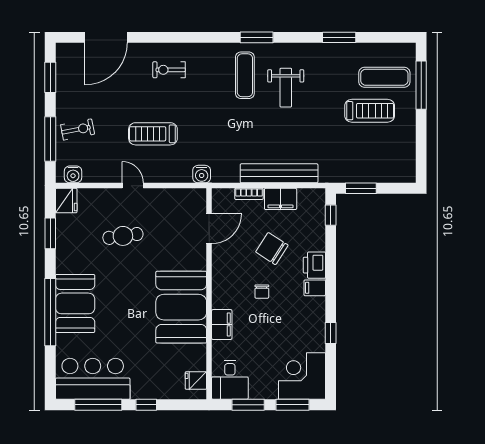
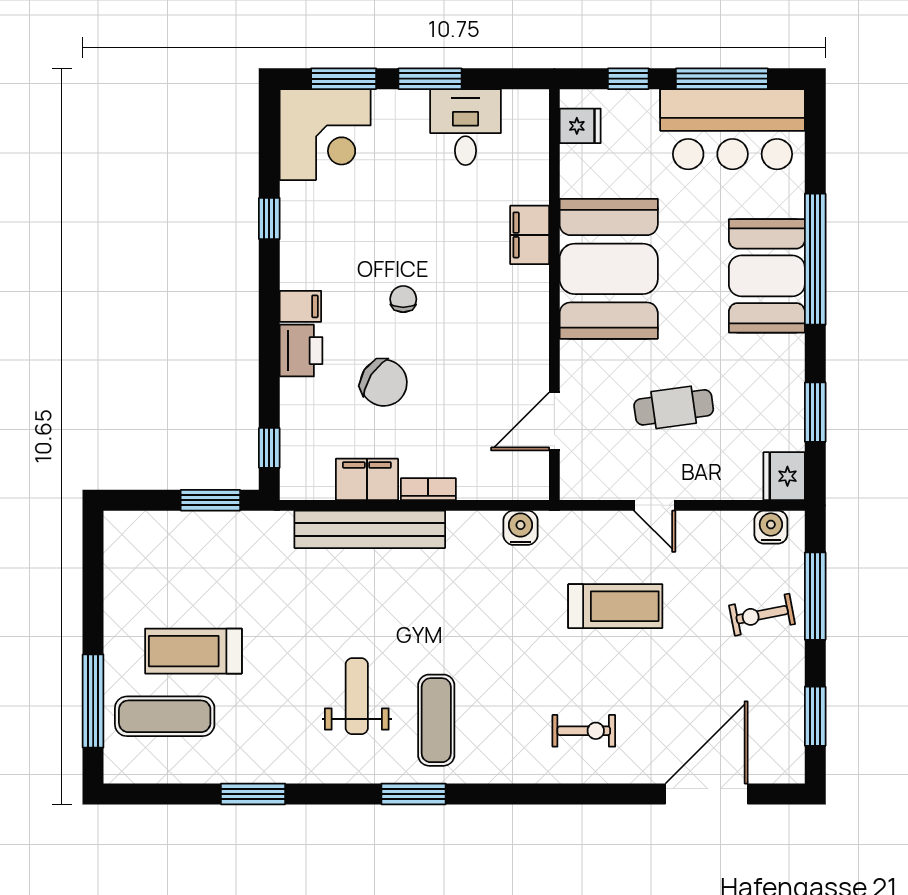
door: (209, 229) -> (554, 421), moved
wall: (209, 294) -> (554, 295), moved
booth: (181, 307) -> (609, 269), moved
filing cabinet: (222, 325) -> (530, 235), moved
fridge: (196, 381) -> (580, 126), moved

